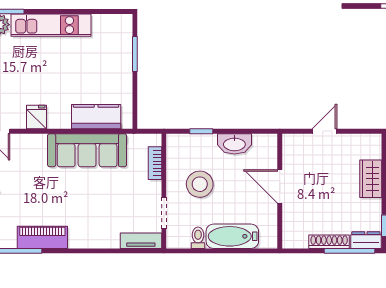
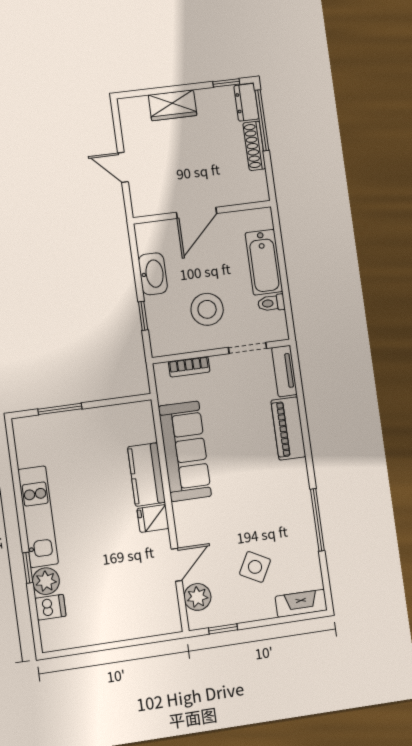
kitchen counter: (96, 117) -> (146, 475), moved
piano: (42, 237) -> (288, 428), moved

